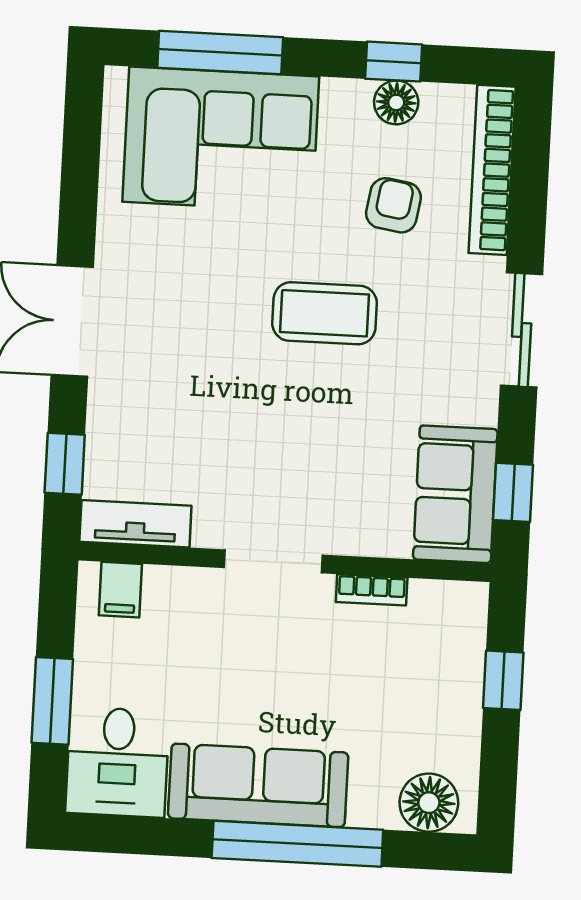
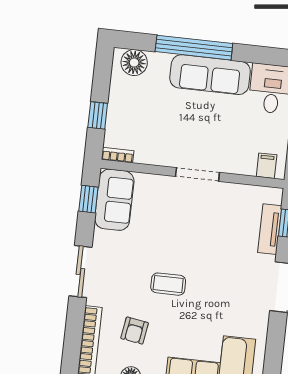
coffee table: (325, 313) -> (168, 284), width x0.73, depth x0.77
tv unit: (135, 524) -> (270, 229), moved, turned 90
bookcase: (372, 590) -> (118, 155), moved

